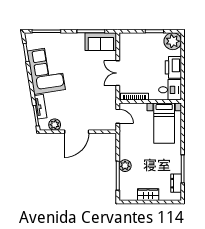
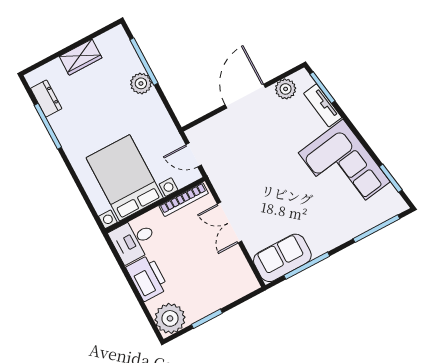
double door: (118, 73) -> (230, 223), swing flipped
bed with nightstands: (164, 123) -> (125, 178), width x1.36

